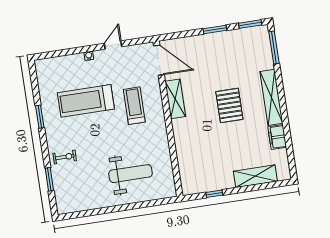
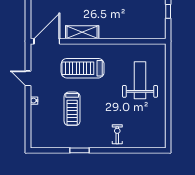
treadmill: (86, 101) -> (72, 109), width x0.73, depth x0.73
treadmill: (134, 106) -> (83, 68), width x1.37, depth x1.38
window: (49, 179) -> (134, 150), removed

